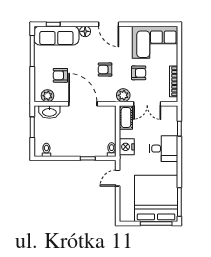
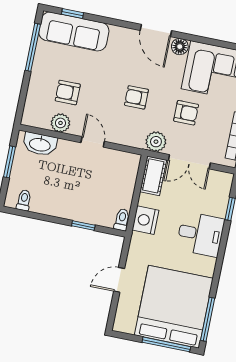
floor lamp: (85, 31) -> (180, 47), moved
plant: (47, 96) -> (60, 123), moved
door: (83, 104) -> (93, 142), width x0.53
door: (118, 178) -> (119, 280), moved

